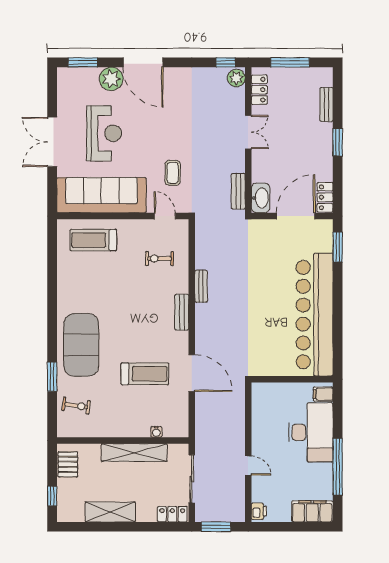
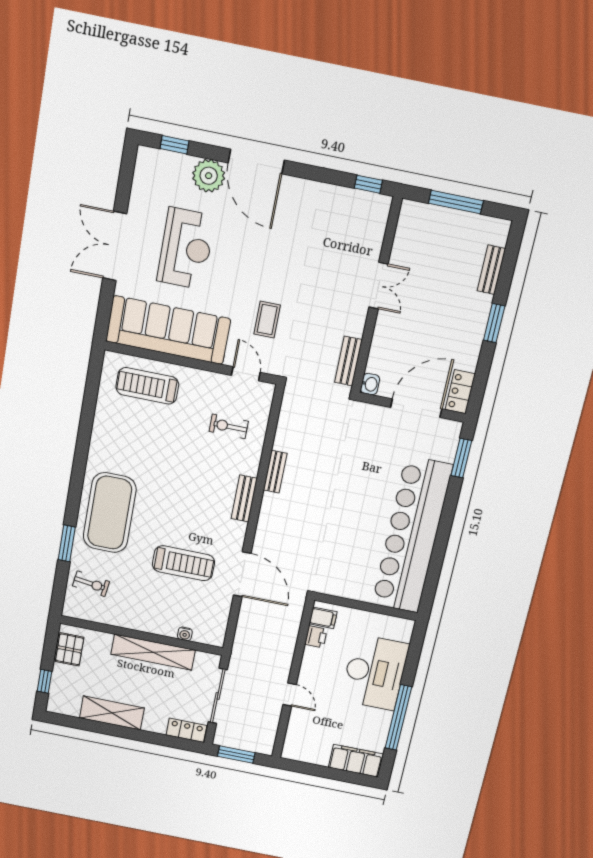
window: (83, 62) -> (174, 145), width x0.67
plant: (236, 78) -> (378, 209), removed
locker: (259, 90) -> (406, 231), removed
washbasin: (261, 198) -> (370, 384), width x0.52, depth x0.69
filing cabinet: (323, 394) -> (323, 618), moved, turned 180
printer: (259, 511) -> (316, 637), moved

